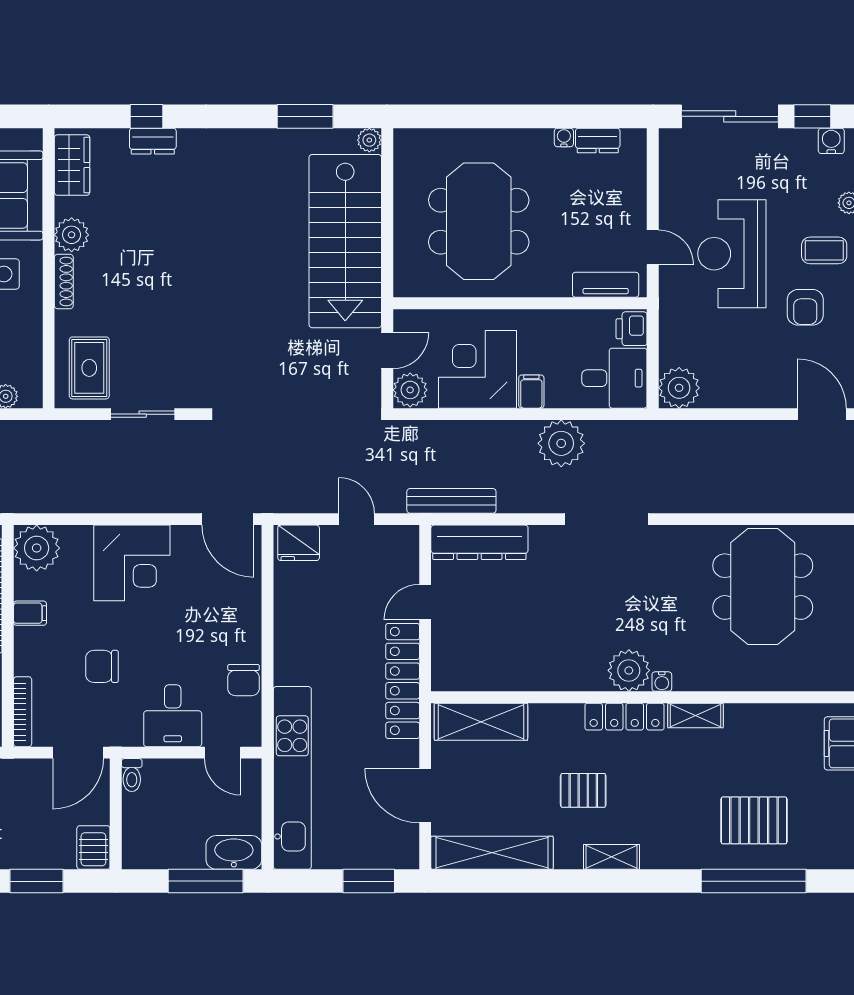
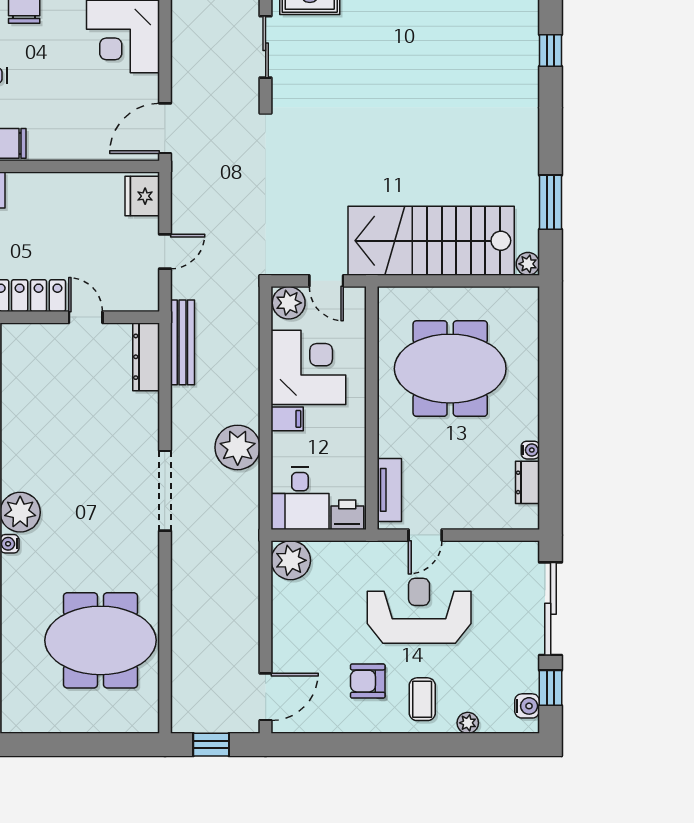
dresser: (153, 141) -> (527, 57), removed
dresser: (479, 542) -> (146, 357), width x0.73, depth x0.80

